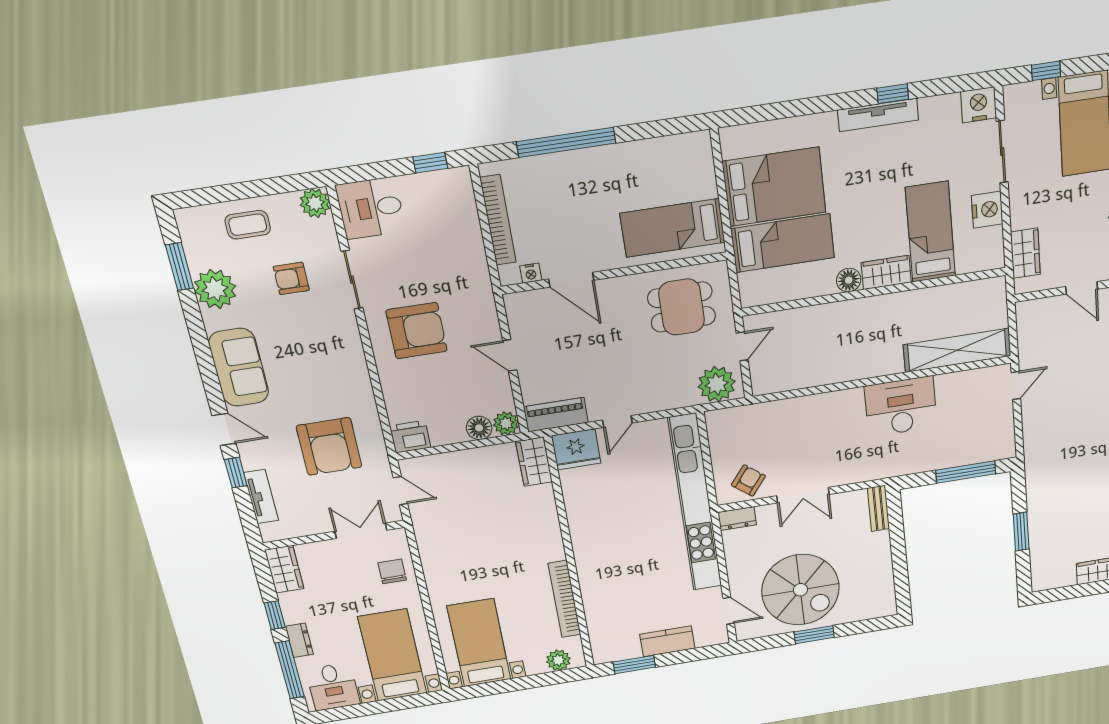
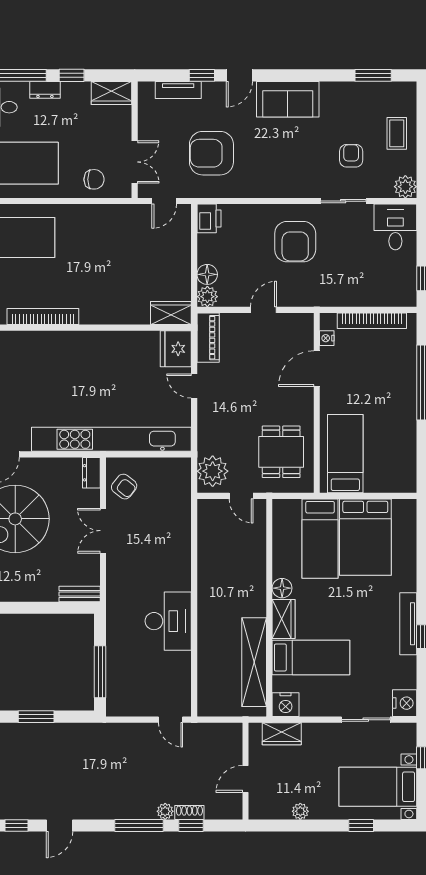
nightstand: (987, 210) -> (286, 705), moved
plant: (215, 289) -> (352, 97), removed
shelving: (957, 350) -> (254, 662), moved

